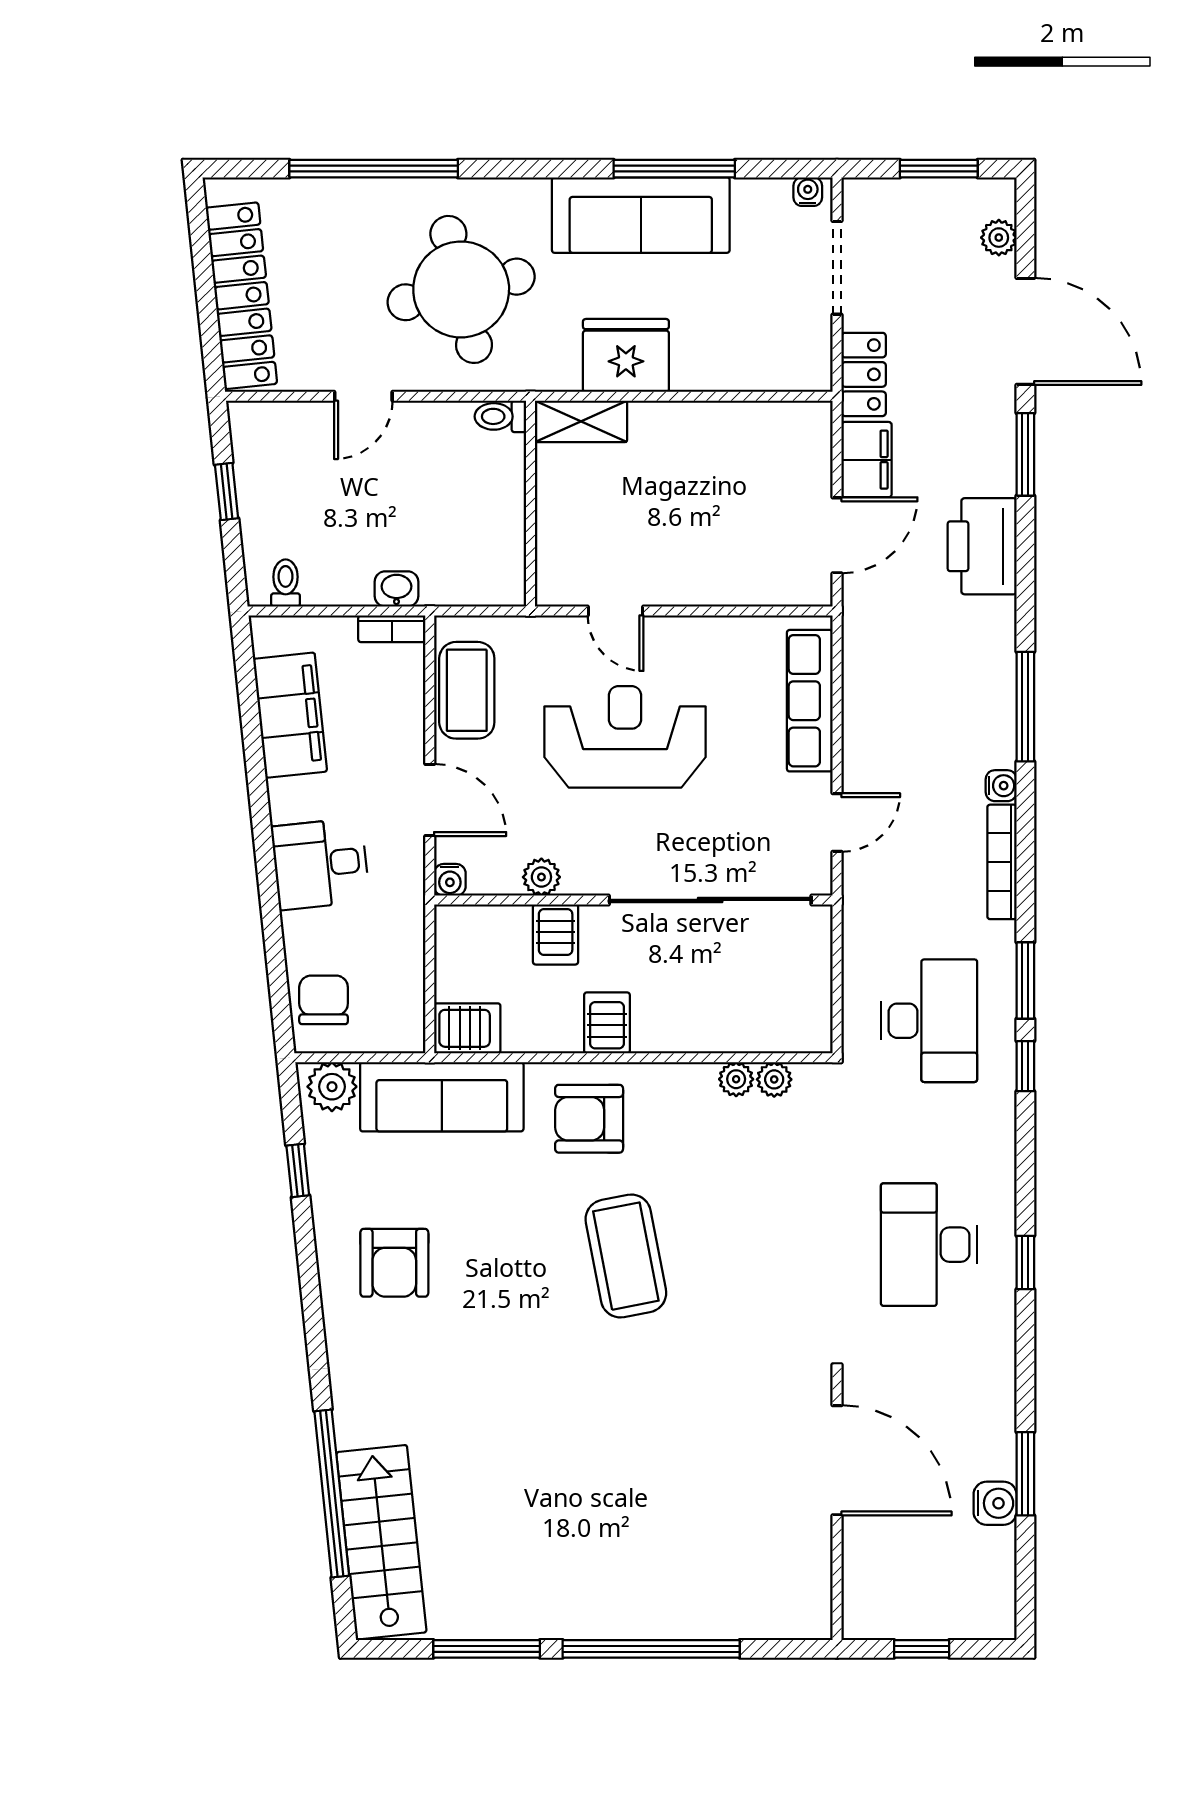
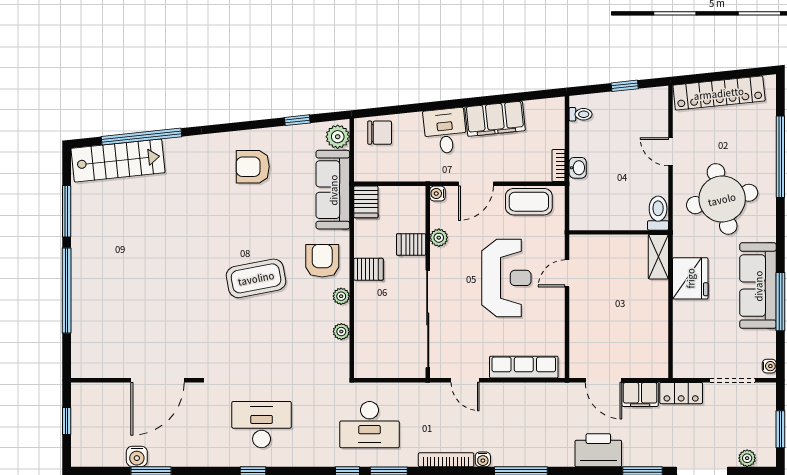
toilet: (500, 416) -> (658, 213), width x1.37, depth x1.39
filing cabinet: (290, 715) -> (495, 119), moved
plant: (774, 1079) -> (341, 296), moved

